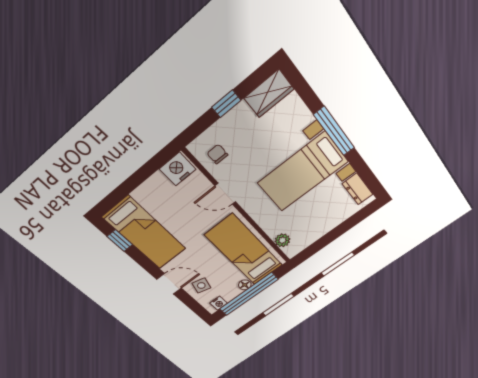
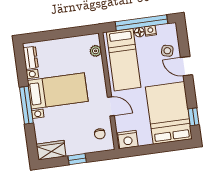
bed: (145, 233) -> (169, 113), width x1.50
nightstand: (219, 303) -> (150, 31), moved

